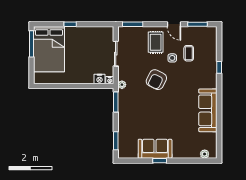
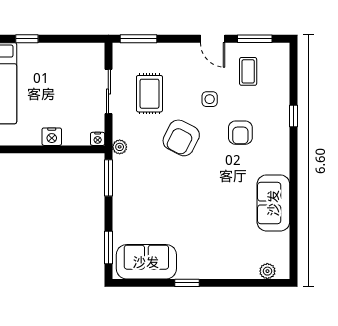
rug: (156, 42) -> (149, 94), moved
coffee table: (189, 53) -> (248, 71), moved
armchair: (189, 77) -> (240, 133), added
nightstand: (100, 79) -> (52, 137), moved
sofa: (208, 110) -> (273, 203), width x0.73
sofa: (155, 149) -> (146, 262), moved

